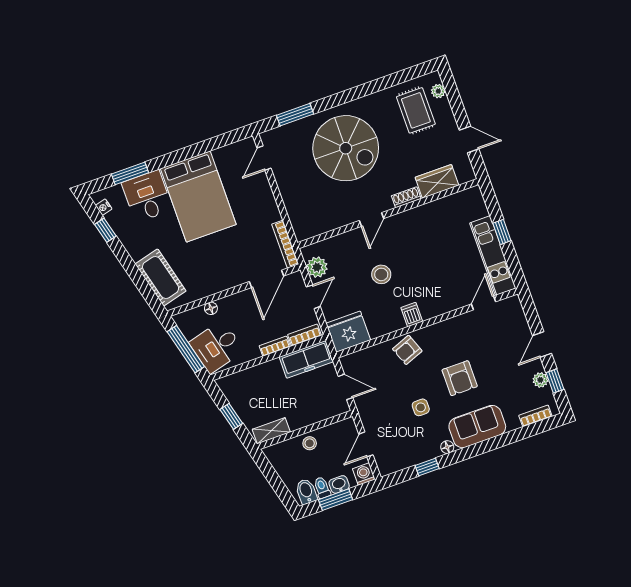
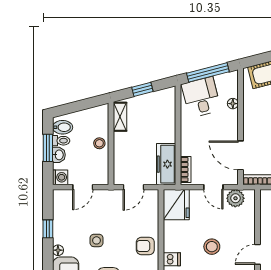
door: (371, 220) -> (258, 254), hinge flipped
bookcase: (275, 346) -> (185, 143), removed
armchair: (407, 350) -> (145, 246), turned -69
door: (366, 444) -> (83, 187), swing flipped

